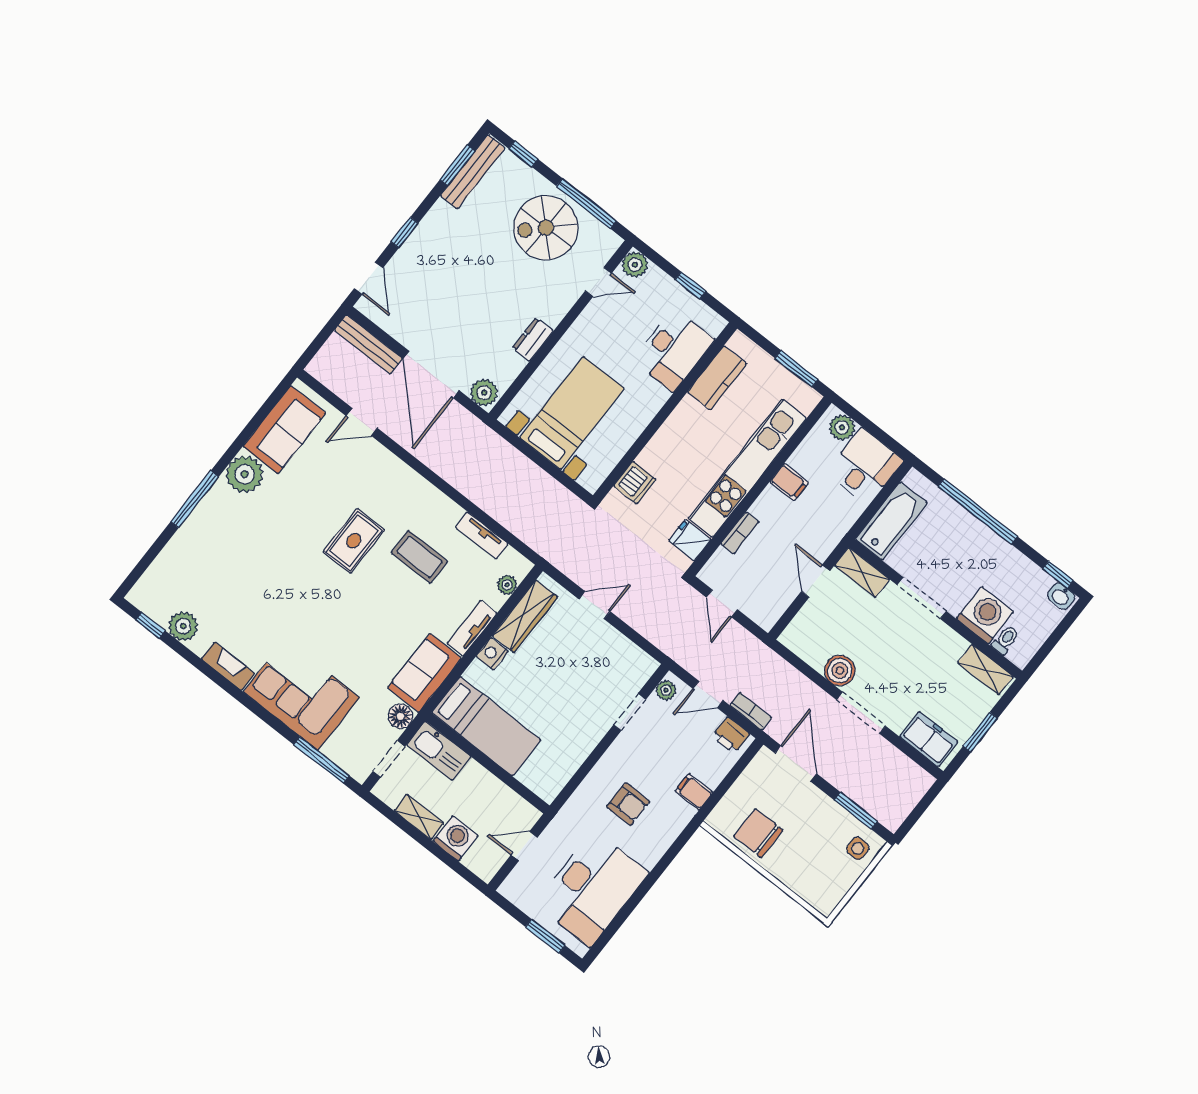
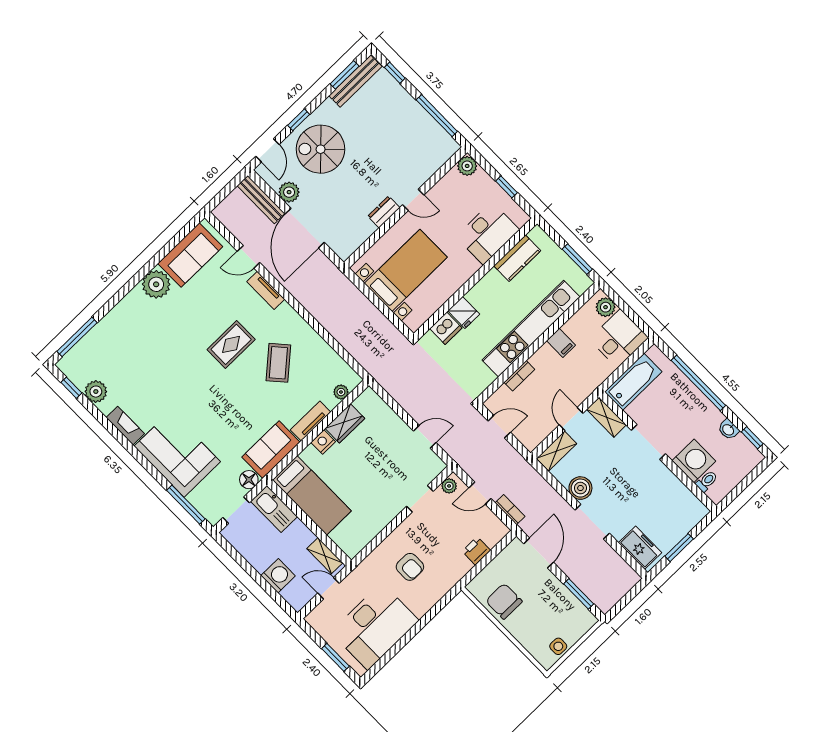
spiral stairs: (546, 228) -> (321, 149), moved
door: (598, 282) -> (413, 200), moved
plant: (484, 393) -> (289, 192), moved
window: (195, 499) -> (77, 337), moved
tv unit: (482, 536) -> (266, 290), moved
fridge: (690, 540) -> (464, 313), moved, turned 180
coffee table: (419, 557) -> (278, 363), turned 49
washbasin: (1061, 596) -> (728, 430), moved
door: (722, 603) -> (499, 427), swing flipped
door: (595, 605) -> (425, 437), moved
wardrobe: (525, 616) -> (345, 423), width x0.67
shelving: (985, 670) -> (557, 451), moved, turned 90
printer: (731, 735) -> (476, 551), moved, turned 90
filing cabinet: (694, 792) -> (460, 564), removed
shelving: (419, 817) -> (325, 556), moved
side table: (858, 848) -> (558, 646), moved

